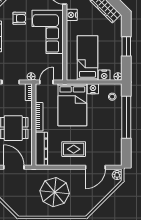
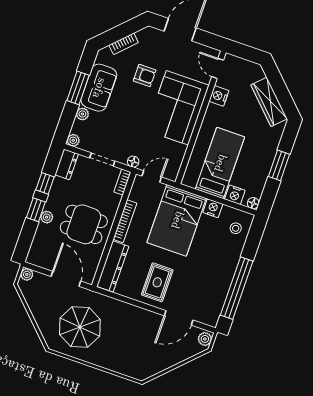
window: (126, 117) -> (237, 288), moved
rug: (74, 149) -> (157, 282), turned 90
parasol: (55, 192) -> (80, 327), moved

